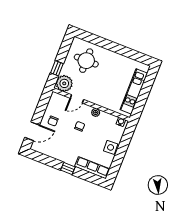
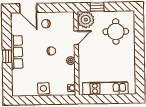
door: (77, 99) -> (76, 38), swing flipped
row of seats: (92, 168) -> (17, 52), moved

